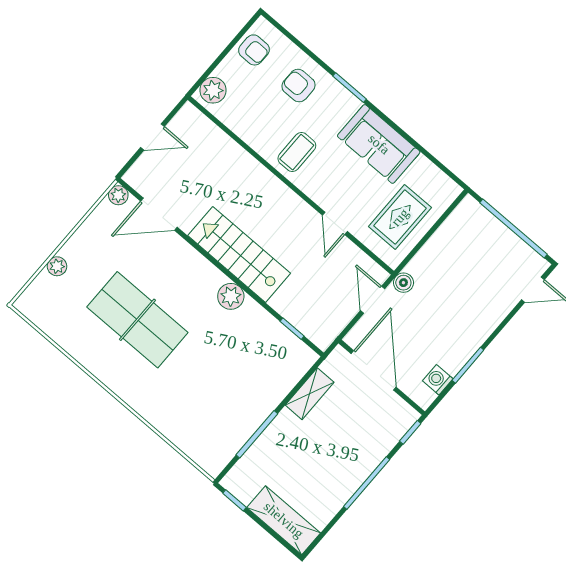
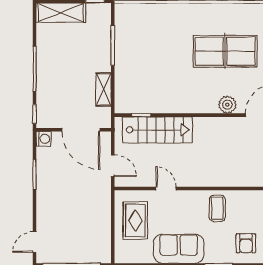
armchair: (299, 86) -> (246, 243), turned 90
stairs: (239, 254) -> (157, 130), moved
boiler: (403, 283) -> (104, 188), removed
plant: (231, 296) -> (227, 105), moved
washing machine: (438, 380) -> (44, 139), moved

